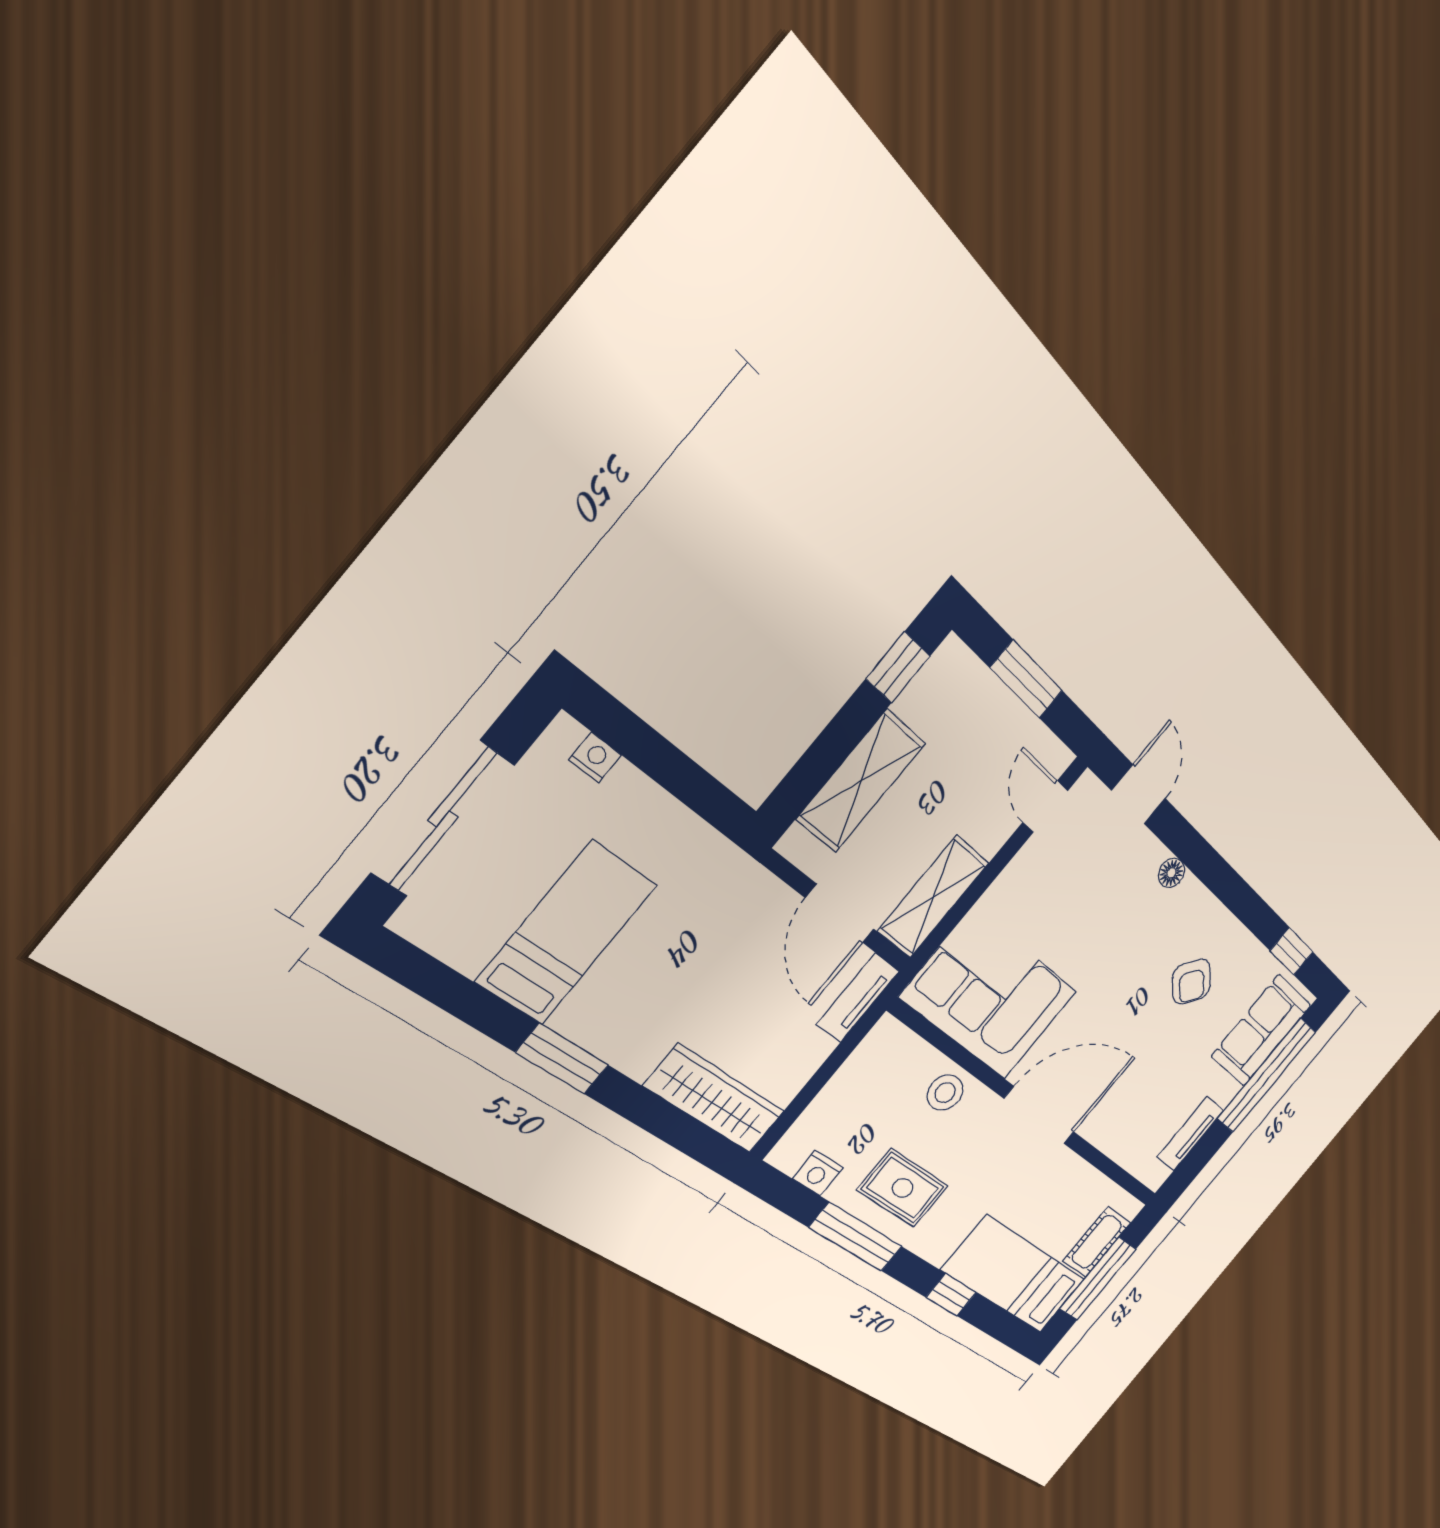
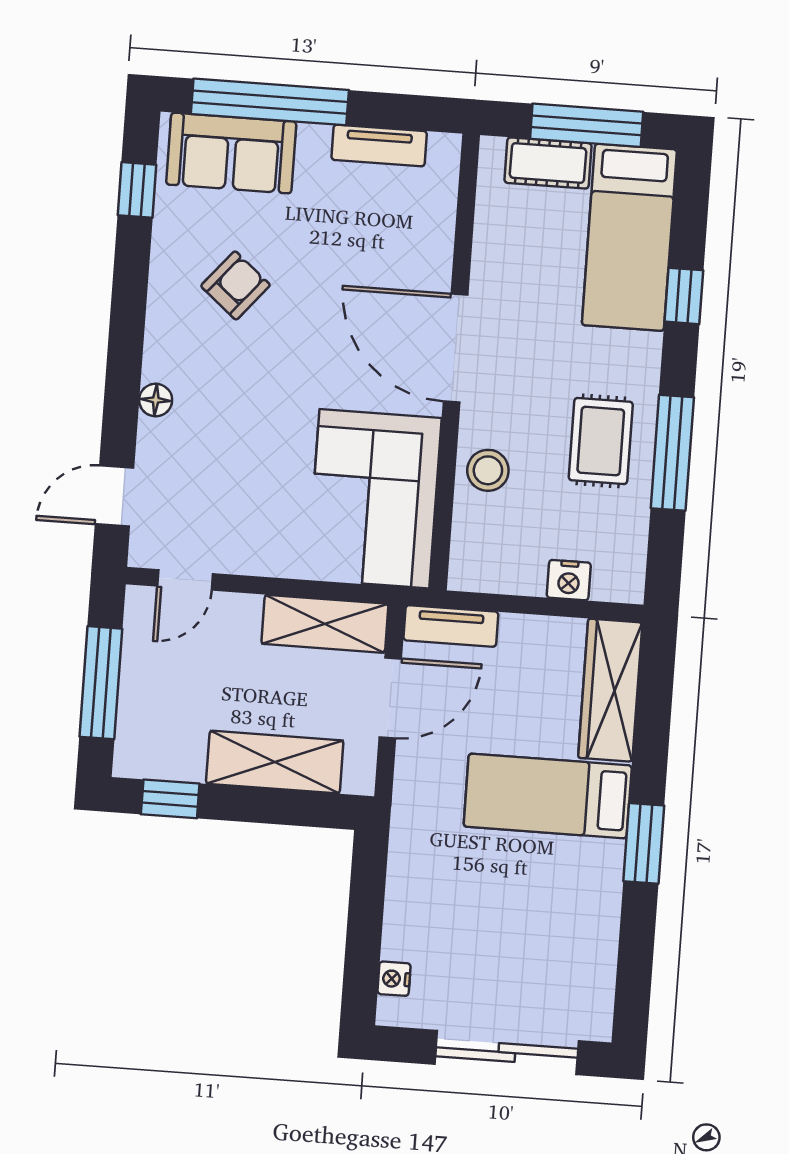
window: (1026, 679) -> (101, 683), width x1.44
bed: (567, 933) -> (548, 796), moved
nightstand: (818, 1173) -> (569, 580), moved, turned 90

